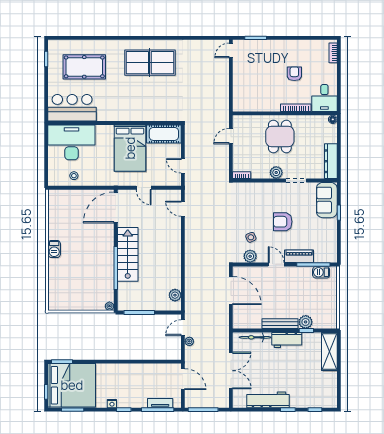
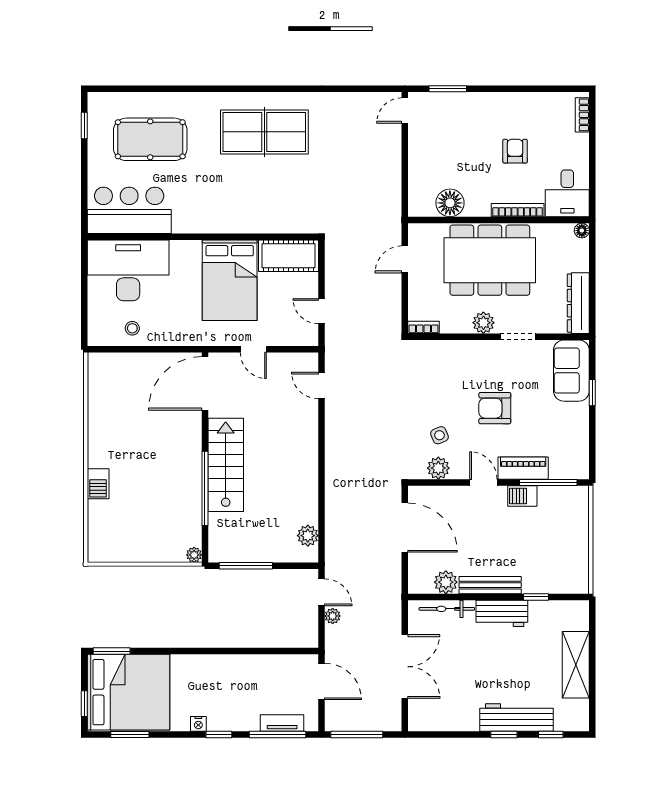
floor lamp: (257, 104) -> (450, 203), added
dining table: (280, 136) -> (490, 260), width x1.88, depth x1.24
barbecue: (54, 249) -> (98, 484), moved
barbecue: (321, 272) -> (522, 496), moved
plant: (306, 322) -> (446, 582), moved
door: (183, 328) -> (322, 592), swing flipped
shelving: (329, 351) -> (576, 665), moved
workbench: (268, 400) -> (517, 718), moved

